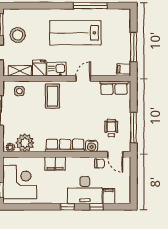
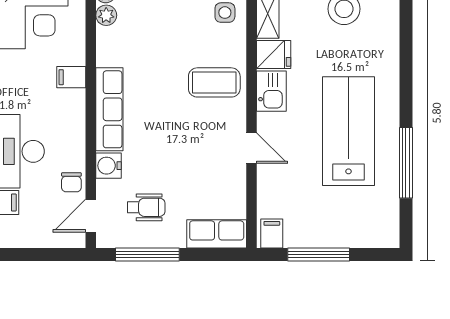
row of seats: (114, 88) -> (217, 234), moved, turned 90
plant: (25, 143) -> (106, 15), width x0.53, depth x0.53
filing cabinet: (55, 164) -> (71, 77), width x0.50

